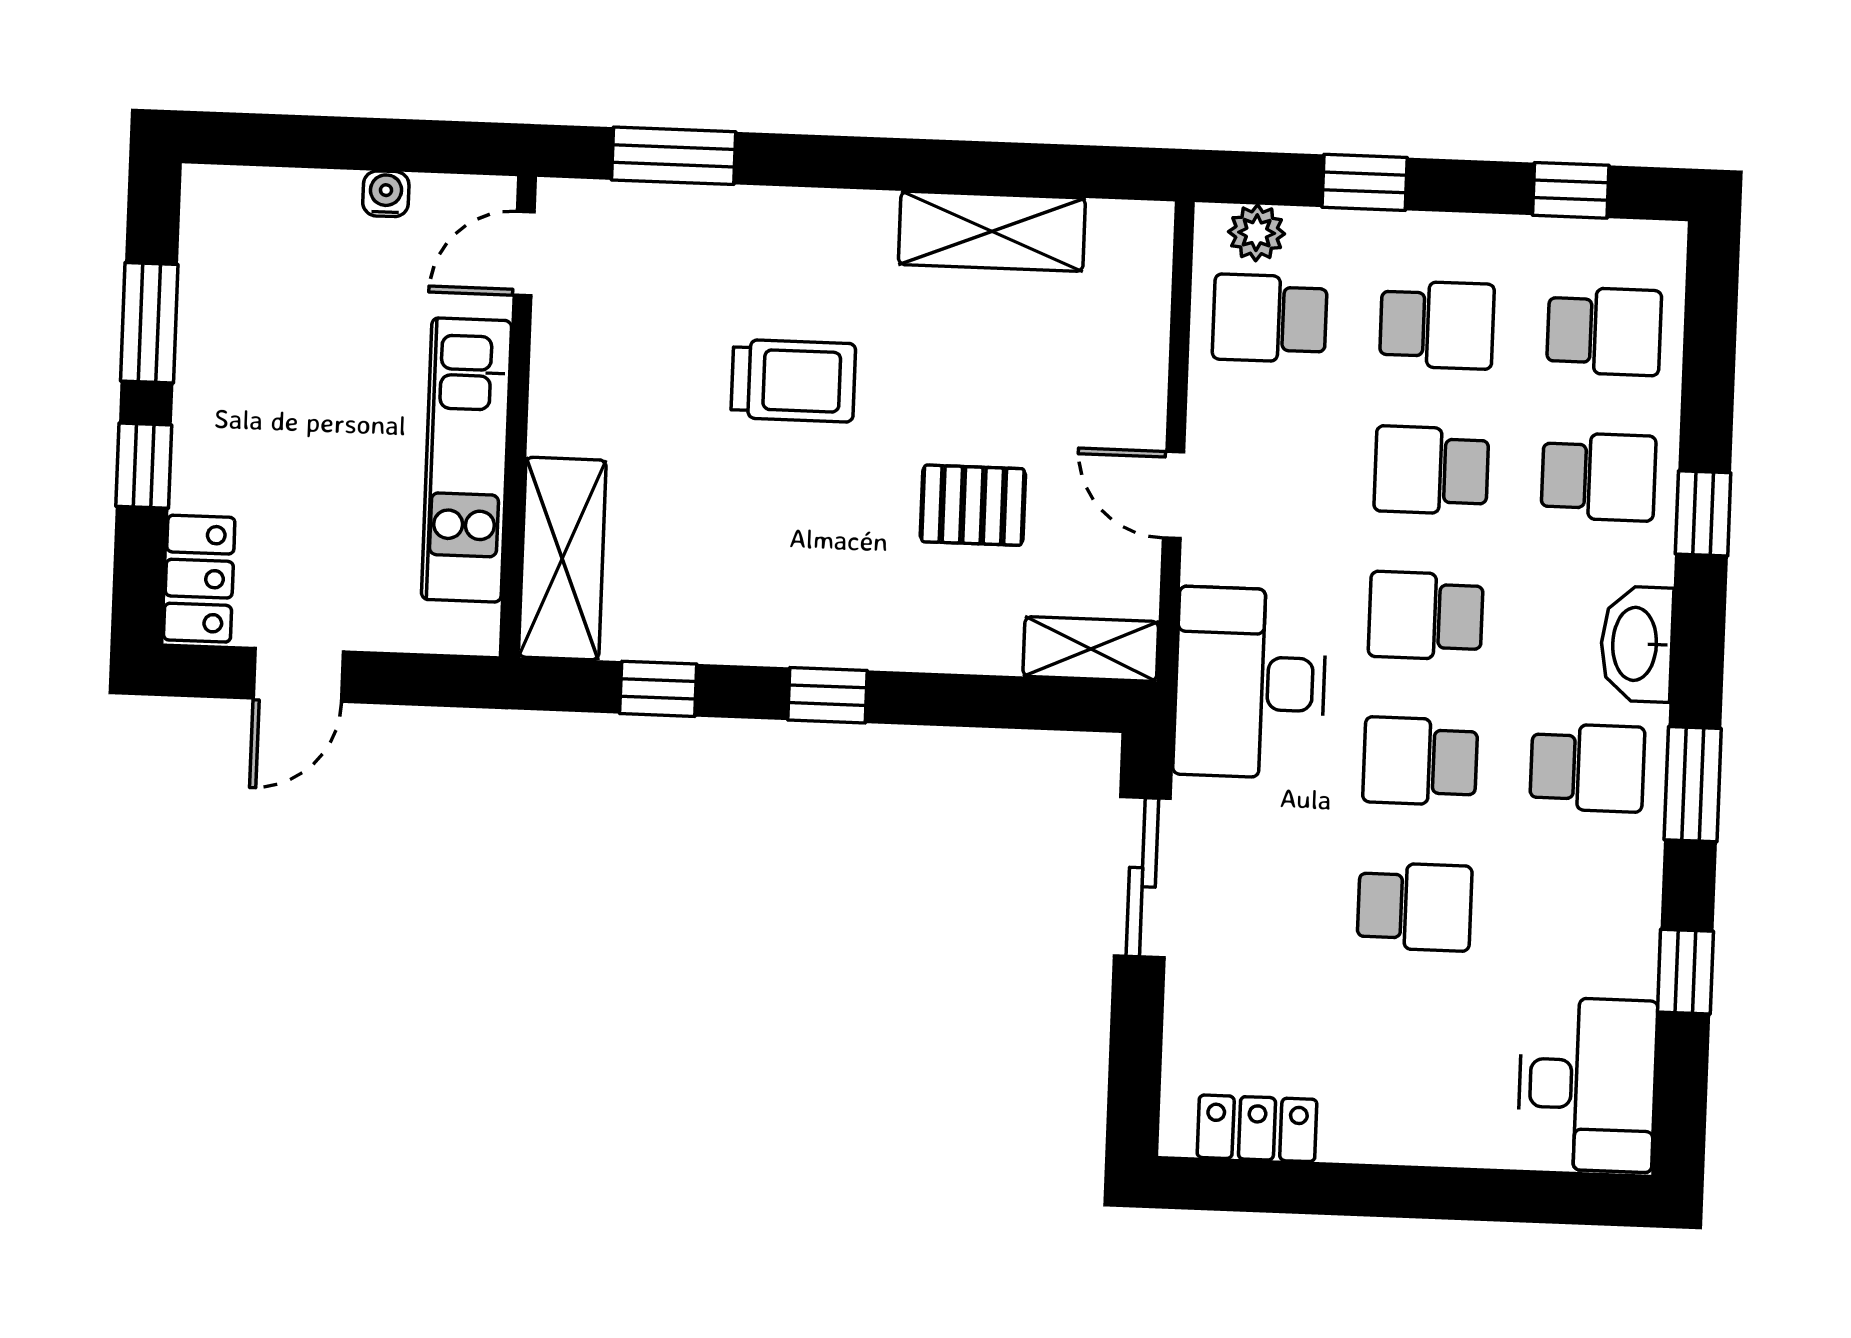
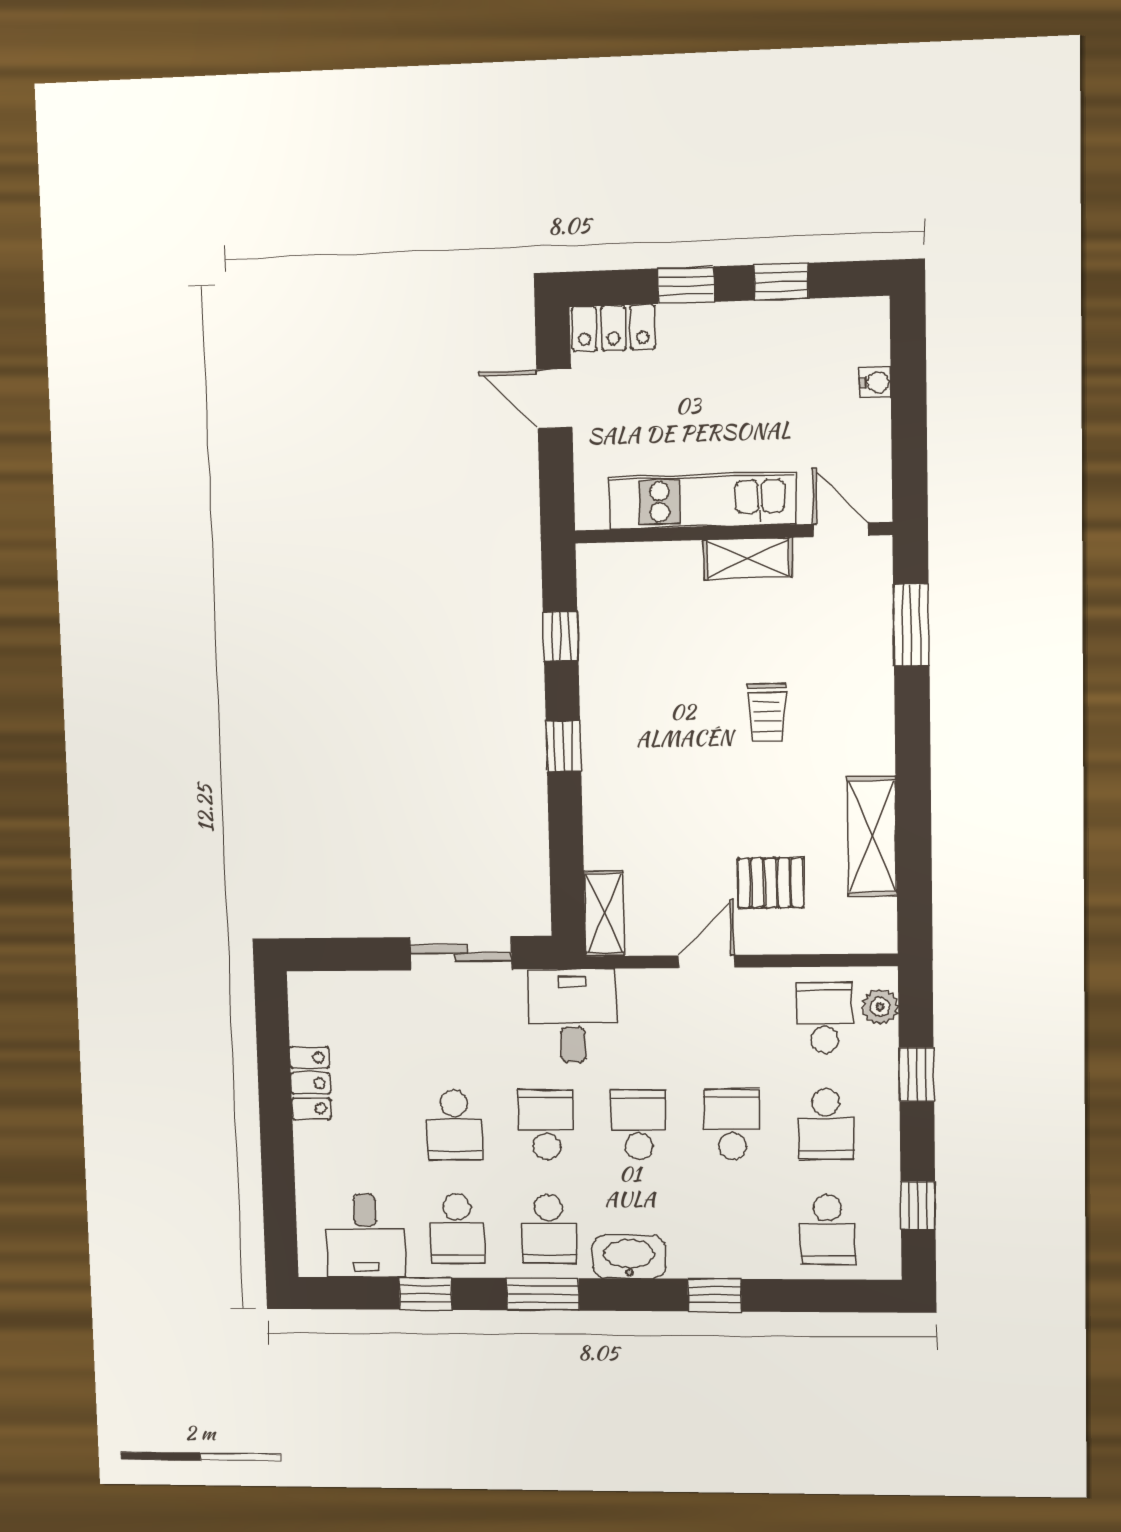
water cooler: (386, 194) -> (875, 382), moved
window: (149, 323) -> (781, 282), width x0.67
trolley: (793, 381) -> (767, 712), width x0.73, depth x0.72
school desk: (1599, 477) -> (457, 1229), moved
pallet: (973, 505) -> (771, 883), moved, turned 90
shelving: (562, 559) -> (748, 559), moved, width x0.67, depth x0.75
desk: (1250, 683) -> (573, 1016), width x0.73
desk: (1587, 1084) -> (366, 1236), width x0.73
locker: (1257, 1128) -> (310, 1083), moved

